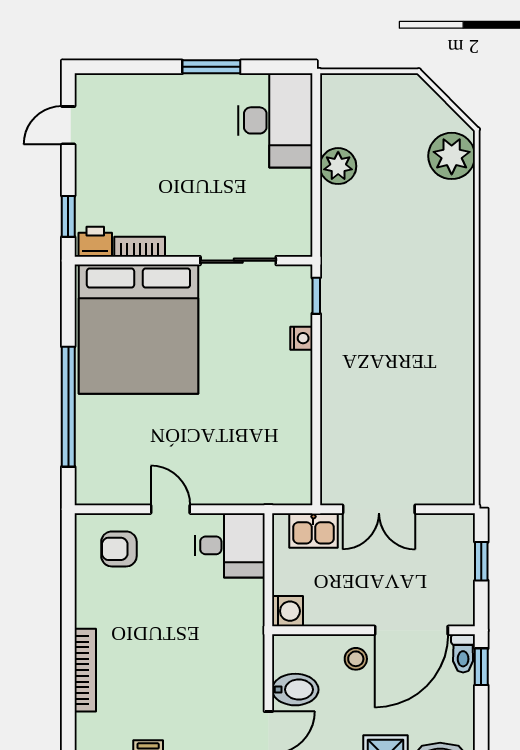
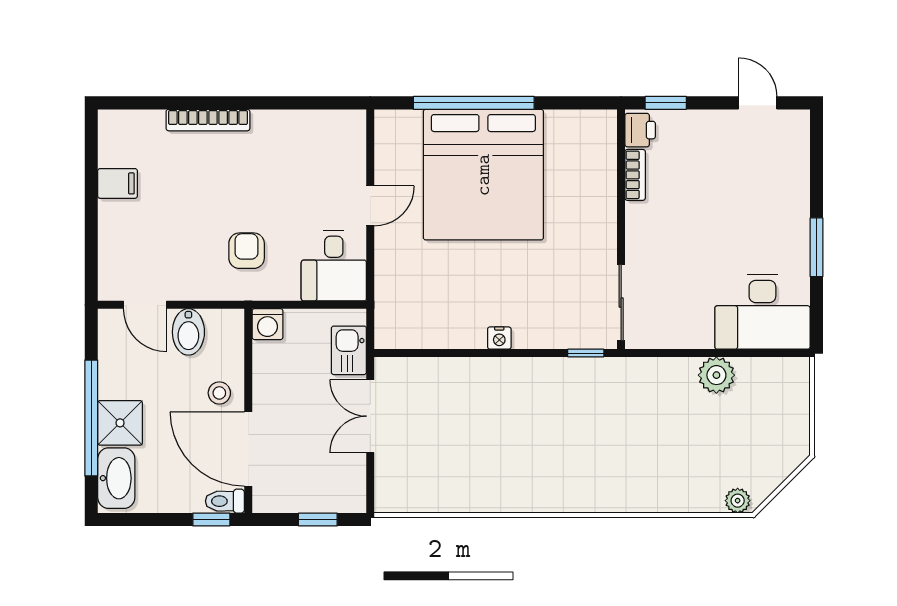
plant: (452, 156) -> (738, 501), width x0.53, depth x0.53
sliding door: (238, 261) -> (621, 302), moved
bed: (138, 329) -> (483, 175), moved, turned -90
nightstand: (301, 338) -> (499, 338), moved
armchair: (119, 549) -> (247, 251), moved

